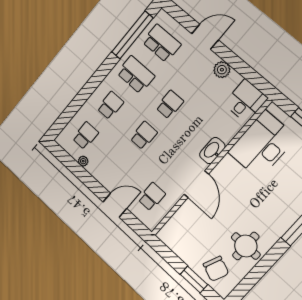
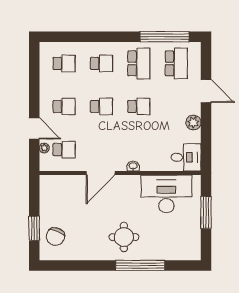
washbasin: (212, 151) -> (133, 166), width x0.52, depth x0.69
plant: (83, 161) -> (44, 148), moved
school desk: (118, 166) -> (64, 106), added
round table: (246, 246) -> (124, 237), moved

